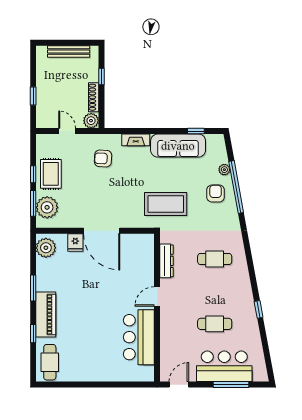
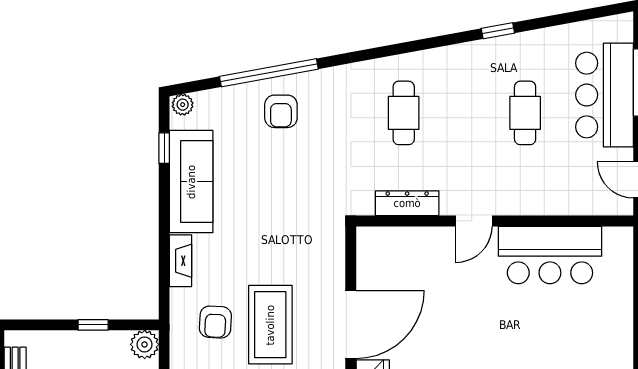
window: (101, 77) -> (93, 325), moved
shoe rack: (94, 97) -> (101, 340), removed
plant: (224, 170) -> (183, 105), moved
armchair: (216, 193) -> (281, 111), turned -90
coffee table: (166, 204) -> (270, 325), moved
door: (157, 297) -> (474, 221), hinge flipped

